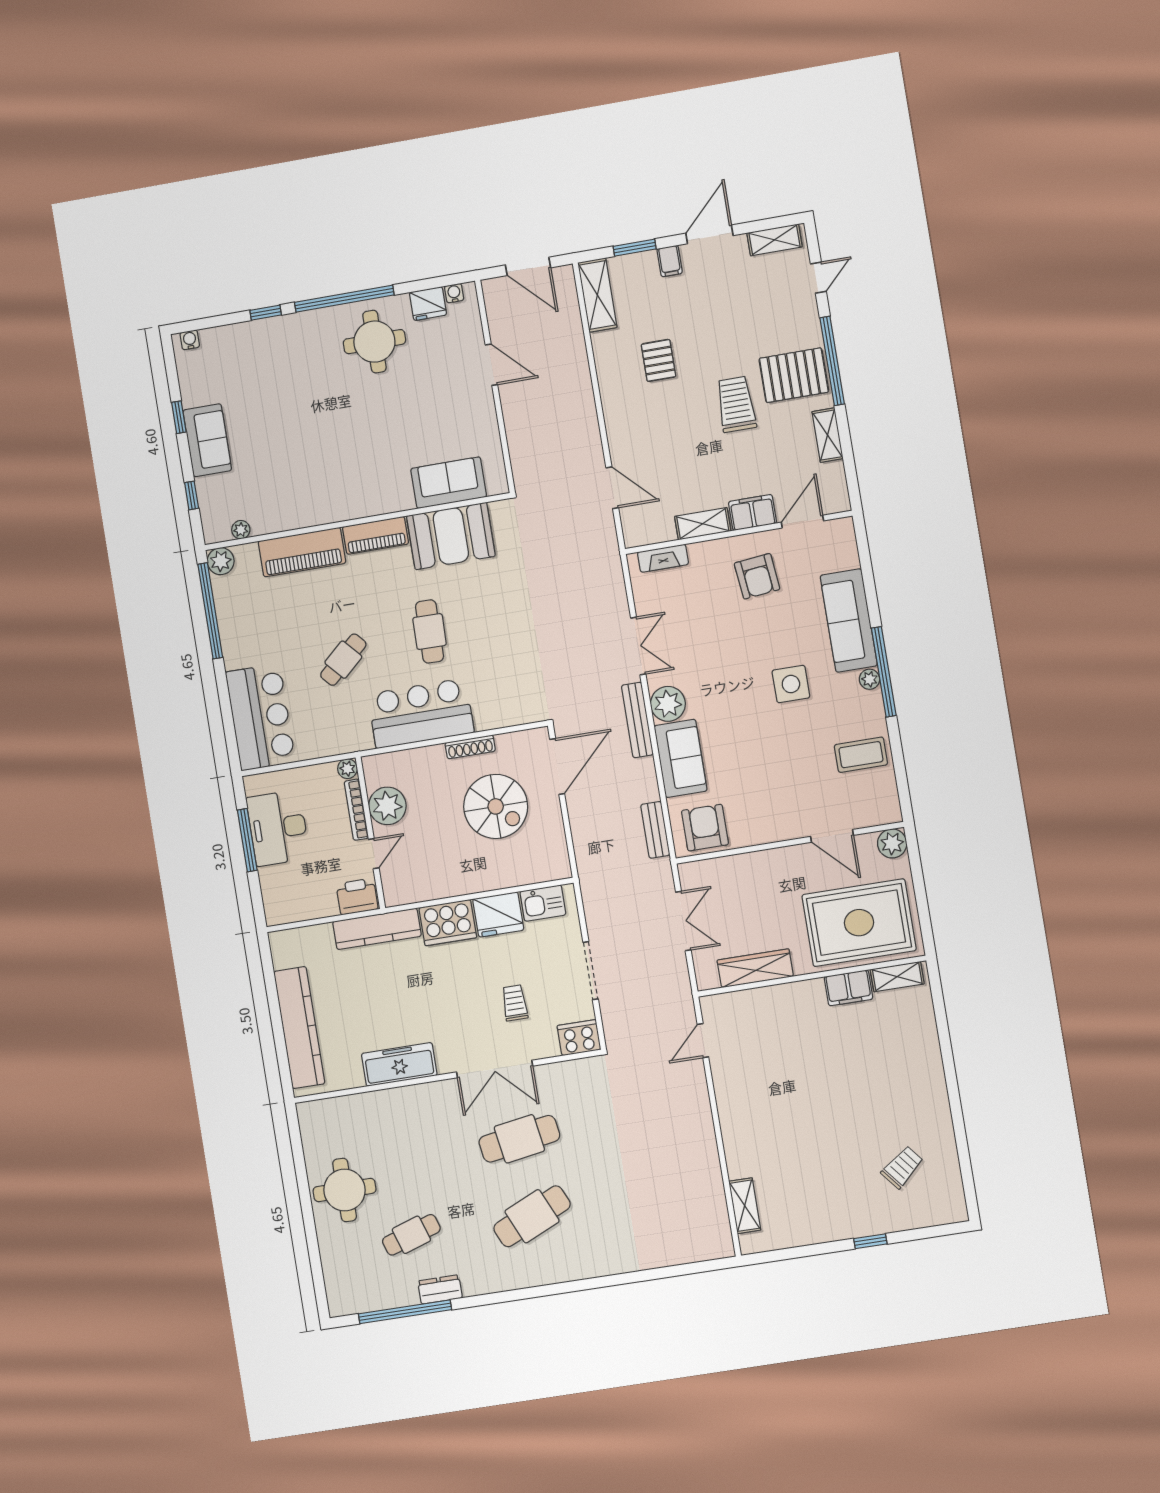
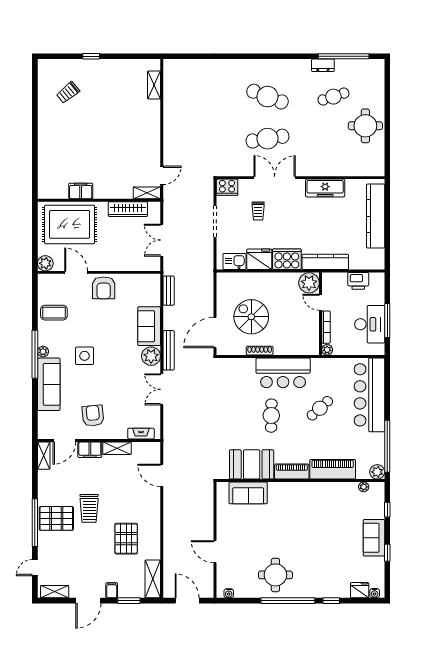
fridge: (428, 304) -> (360, 590), moved
pallet: (658, 360) -> (126, 539), width x1.50, depth x1.42
shelving: (828, 435) -> (44, 456), moved
bar counter: (260, 717) -> (369, 395), width x1.36
plant: (387, 806) -> (309, 283), moved
armchair: (705, 828) -> (104, 288), moved
door: (374, 854) -> (320, 302), hinge flipped
printer: (357, 896) -> (358, 281), moved
shelving: (897, 977) -> (147, 193), moved
cafe table: (532, 1216) -> (267, 97), turned 45

